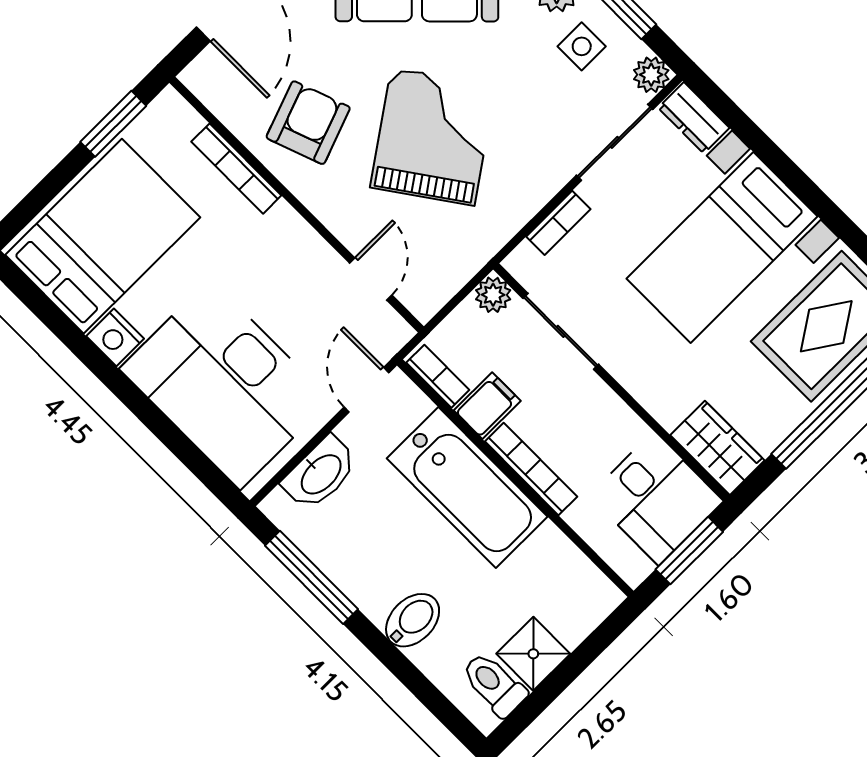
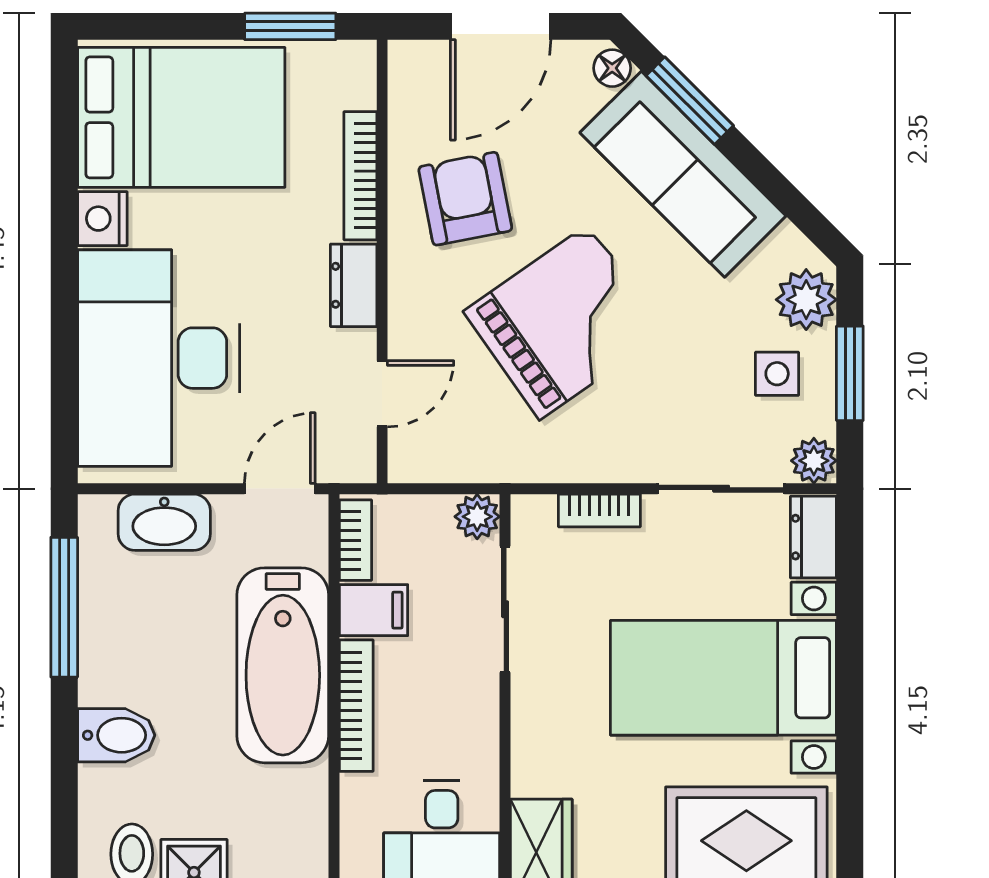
armchair: (308, 123) -> (465, 199), turned -81
dresser: (294, 234) -> (354, 285), added

